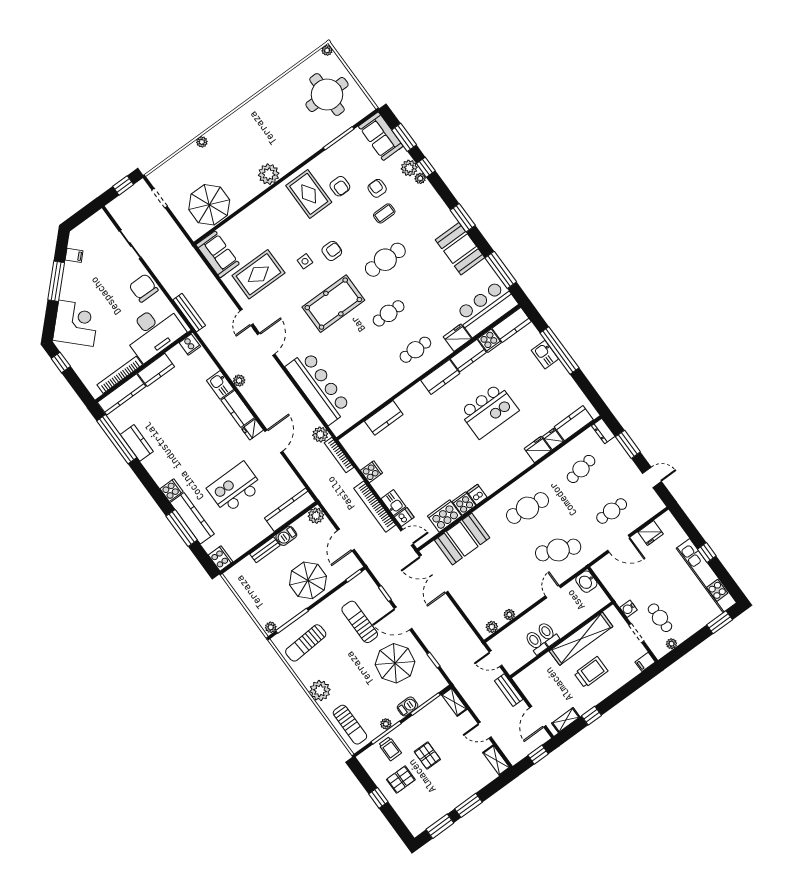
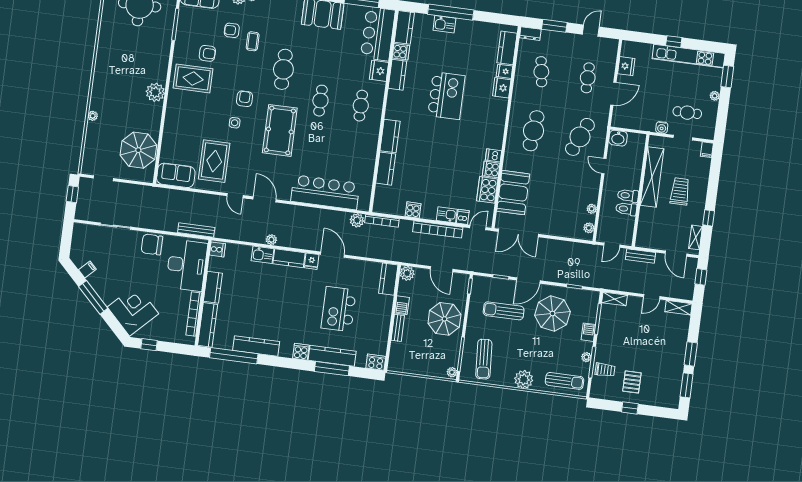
kitchen counter: (440, 377) -> (390, 136), moved
kitchen counter: (137, 443) -> (256, 346), width x1.50
kitchen counter: (290, 510) -> (388, 279), width x0.67
plant: (672, 644) -> (715, 96), moved
pallet: (427, 756) -> (633, 350), removed

